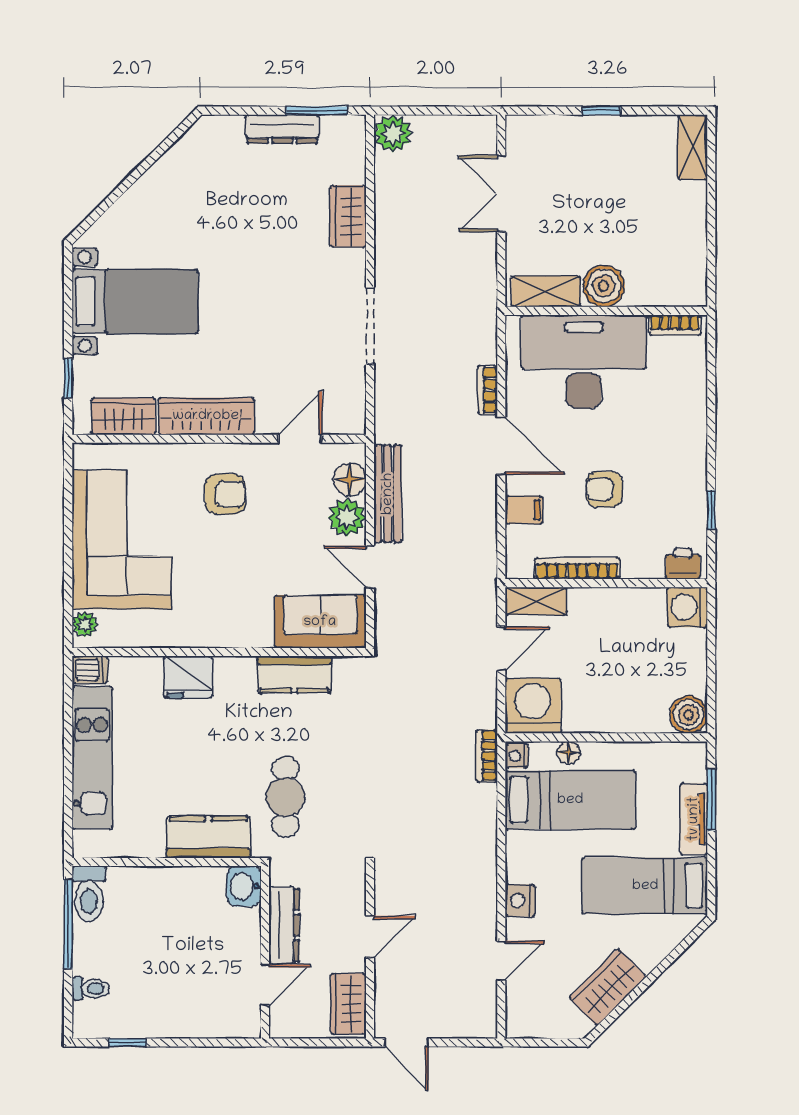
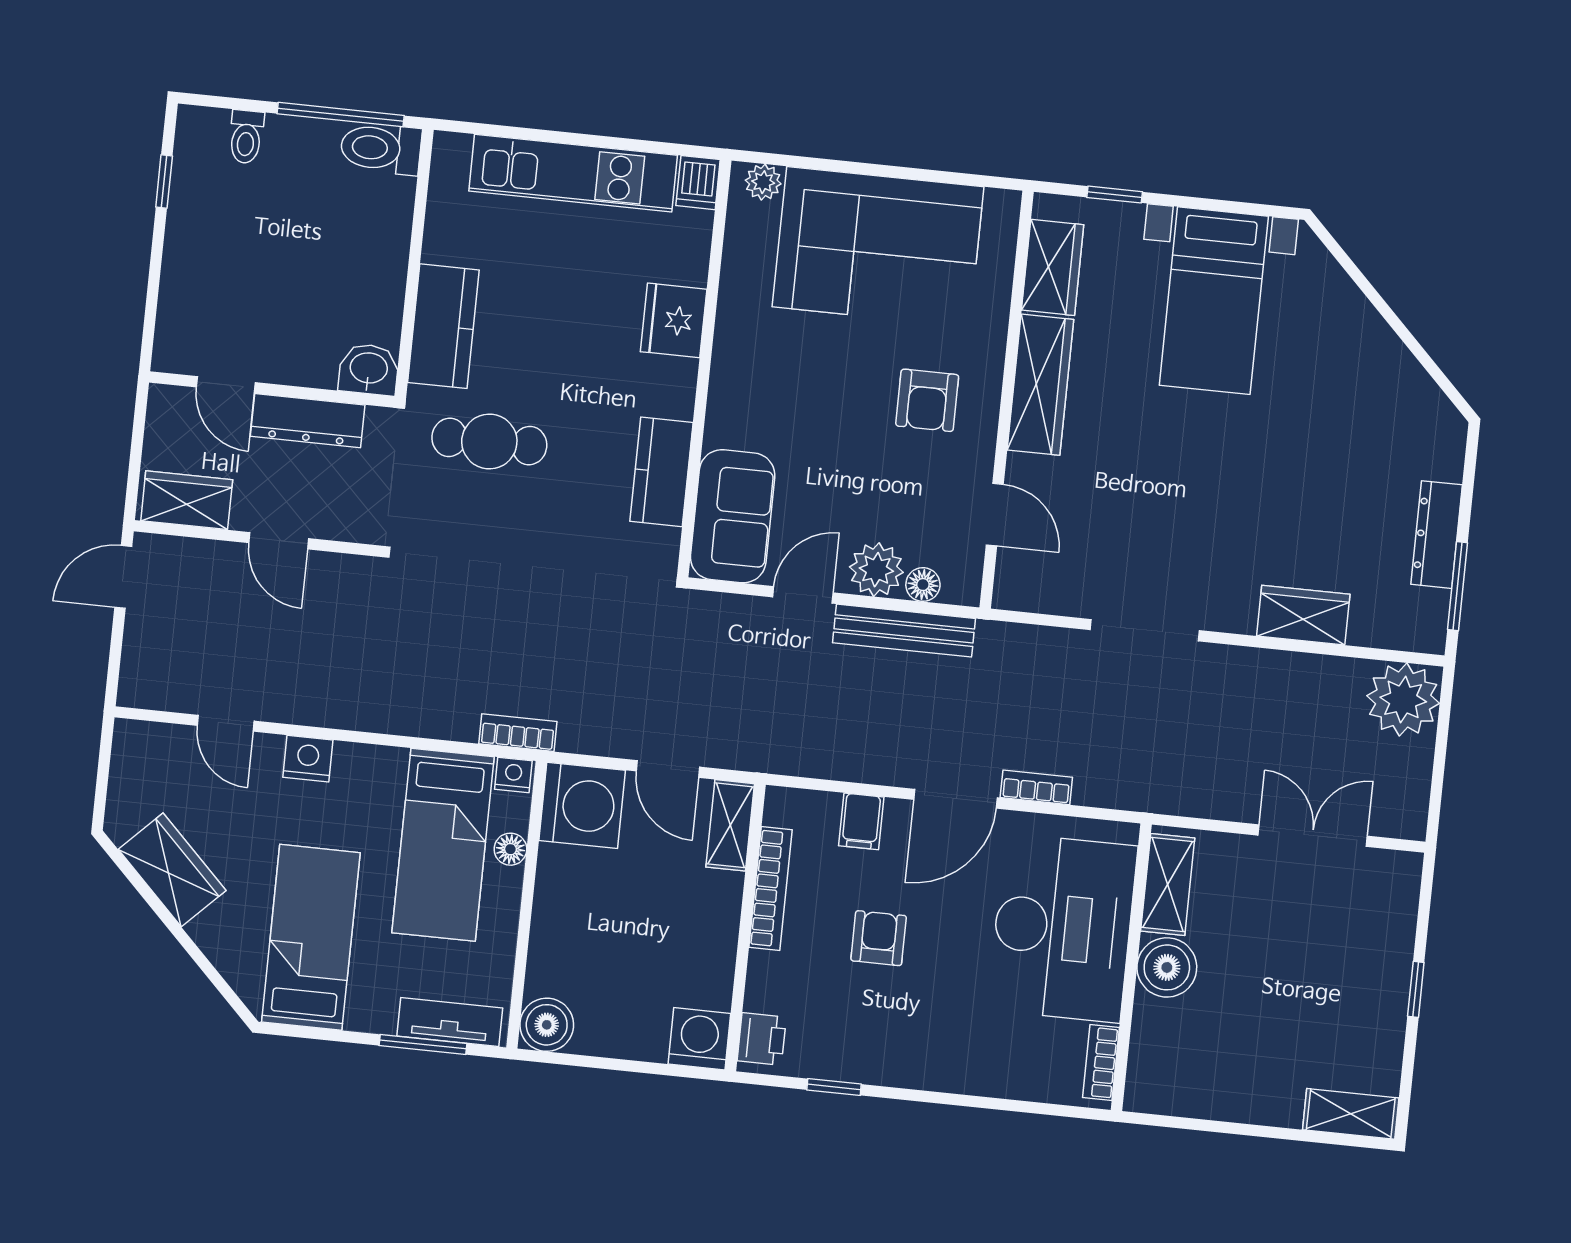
plant: (393, 134) -> (1403, 699), width x1.36, depth x1.36
floor lamp: (350, 479) -> (923, 585), width x0.73, depth x0.73
tv unit: (694, 819) -> (450, 1022), moved

